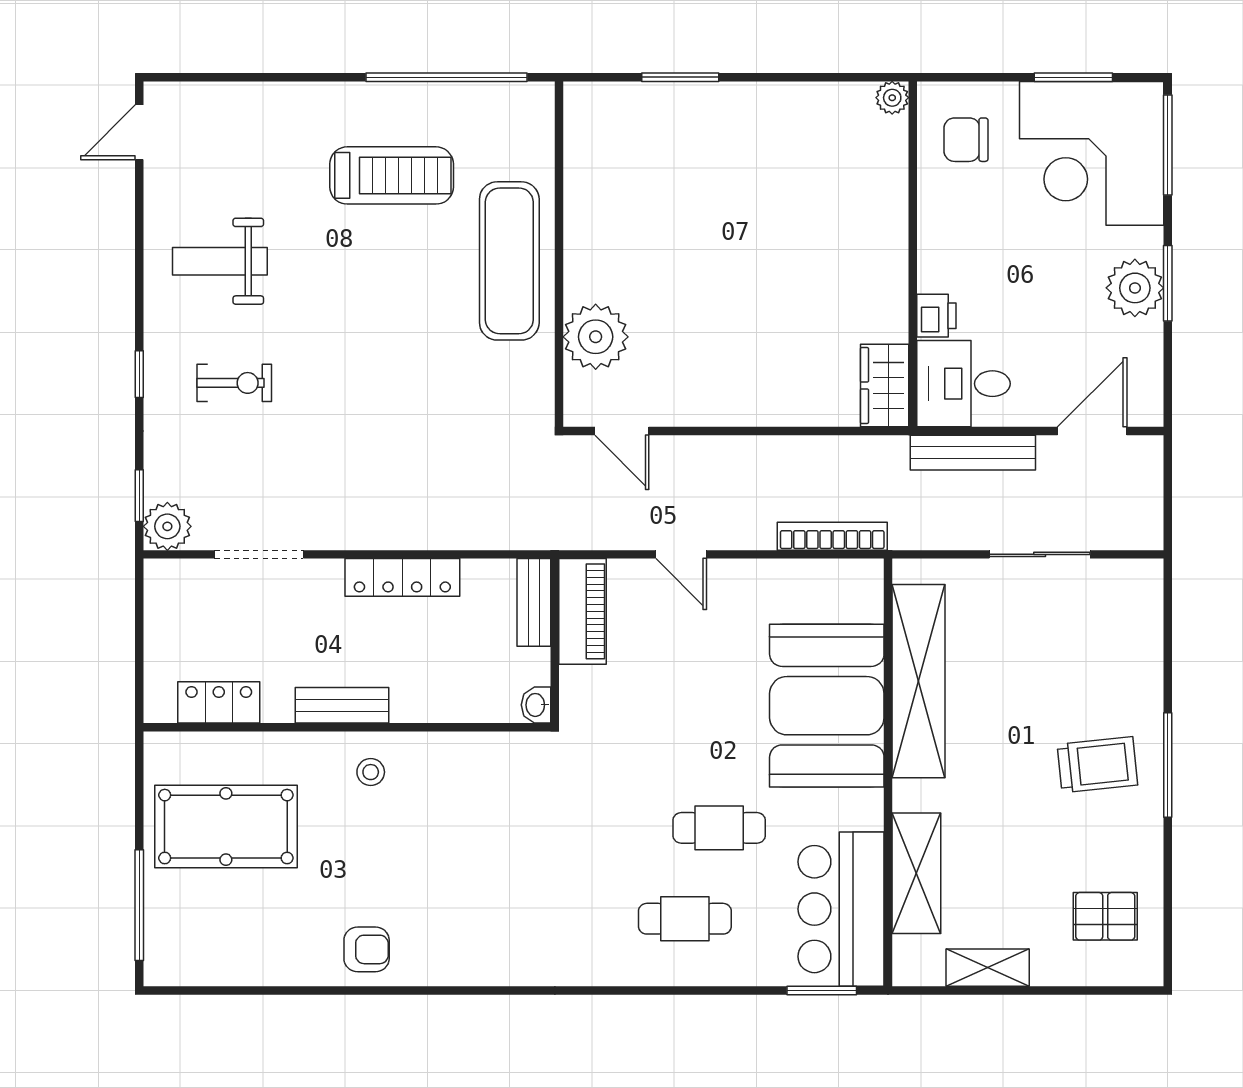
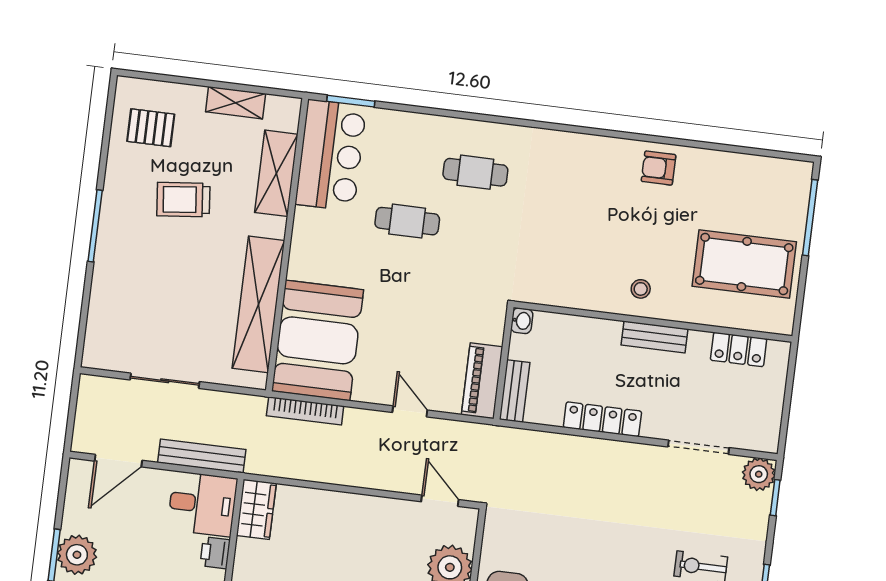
booth: (827, 706) -> (318, 340), moved
trolley: (1097, 765) -> (183, 200), moved
cafe table: (685, 919) -> (475, 172), moved

